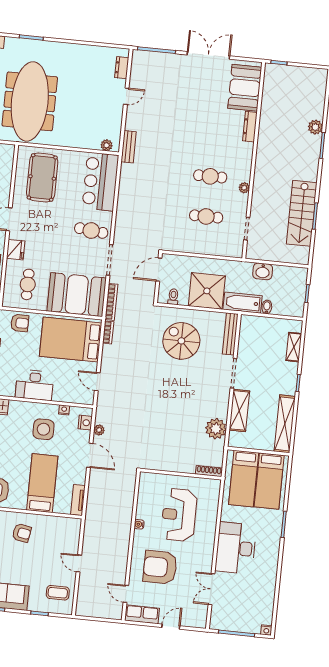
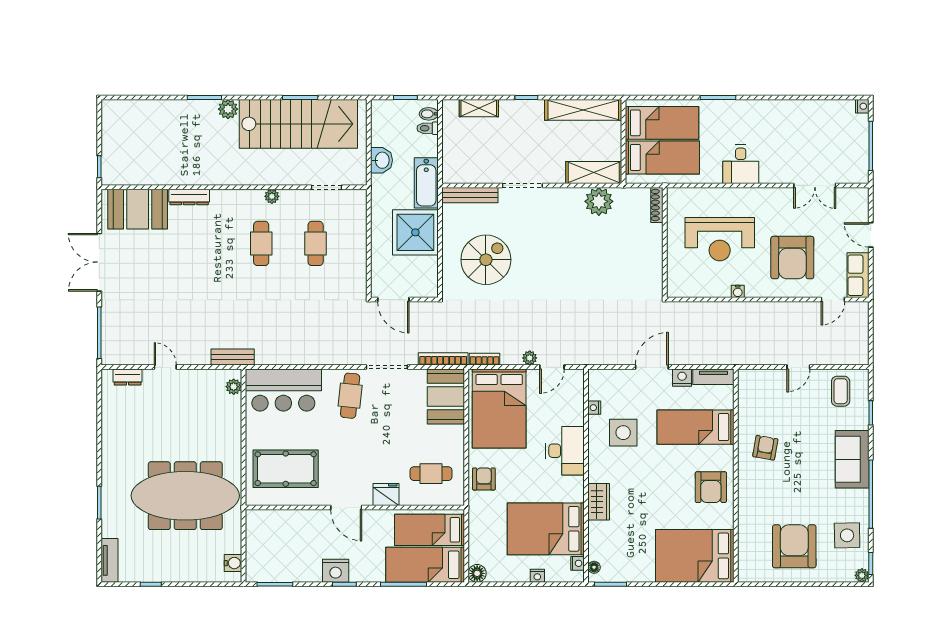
plant: (315, 127) -> (228, 109), moved
stairs: (302, 213) -> (298, 124), width x1.36, depth x1.51
booth: (77, 295) -> (446, 396), width x0.73, depth x0.70
toilet: (173, 297) -> (428, 128), moved
bidet: (267, 307) -> (429, 114), moved
spiral stairs: (181, 341) -> (486, 260), turned 180
shelving: (239, 410) -> (594, 172), moved
nightstand: (85, 423) -> (682, 378), moved
plant: (99, 430) -> (530, 358), moved
desk: (236, 548) -> (741, 164), width x0.53, depth x0.77

